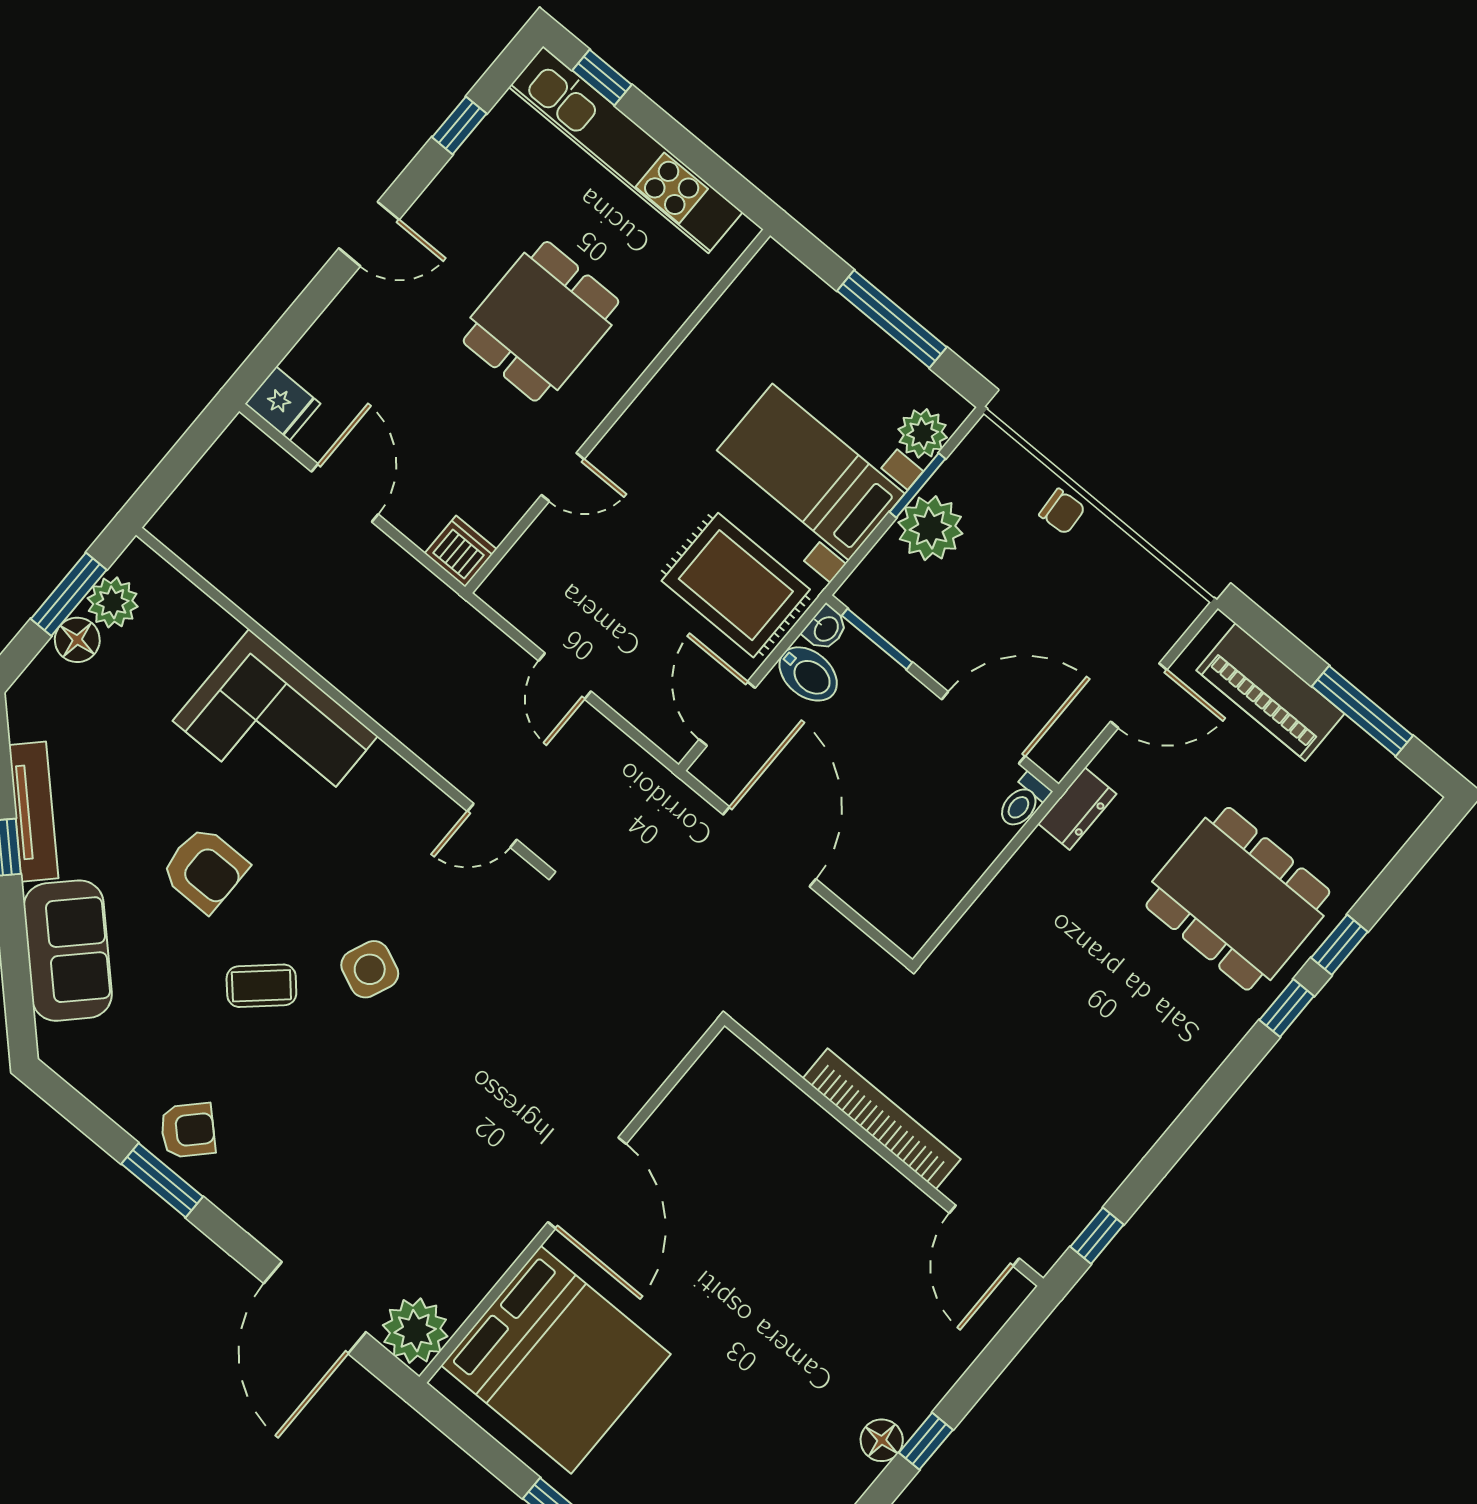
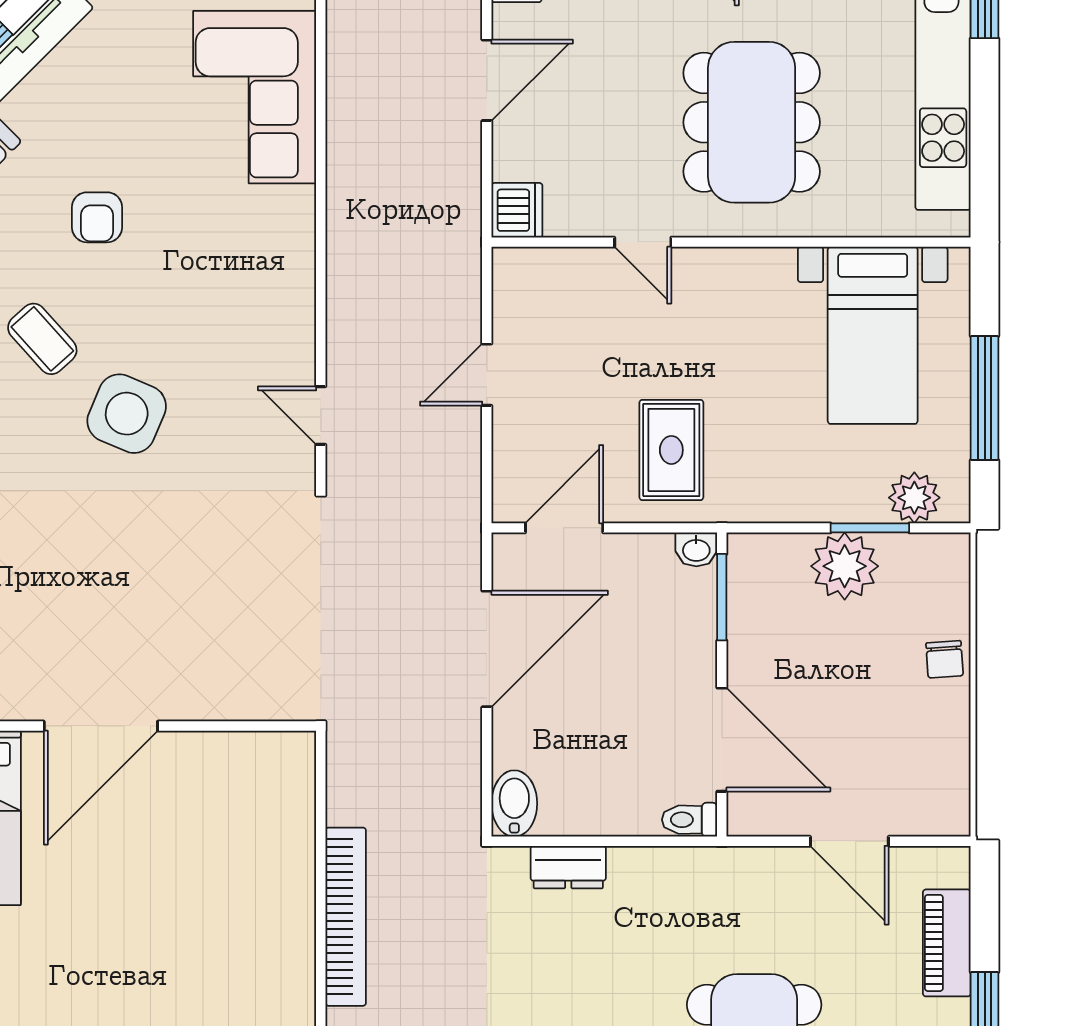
dining table: (541, 321) -> (752, 122), width x1.38
bed with nightstands: (811, 472) -> (873, 335), moved, turned 180
rug: (736, 585) -> (671, 450), width x0.73, depth x0.70
bidet: (808, 674) -> (514, 803), moved, turned 180
piano: (1270, 692) -> (947, 943), width x0.73, depth x0.75
corner sofa: (275, 729) -> (255, 97), moved
dresser: (1077, 809) -> (568, 867), moved
armchair: (205, 869) -> (97, 217), width x0.72, depth x0.72
side table: (370, 969) -> (127, 414), width x1.37, depth x1.37

